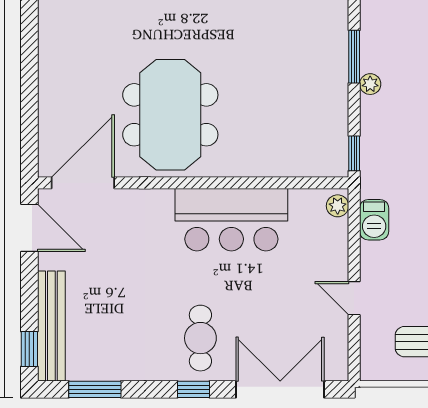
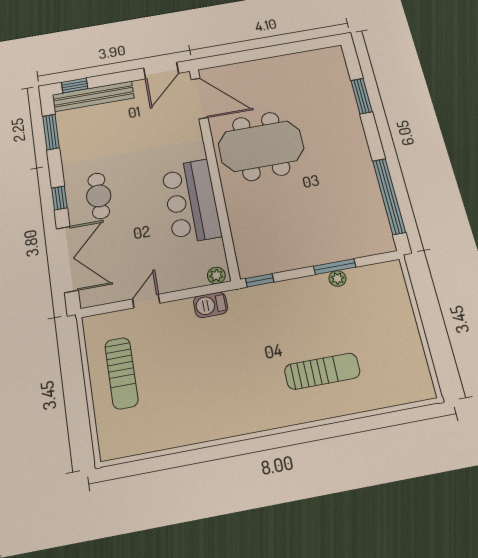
plant: (370, 84) -> (337, 278), moved
cafe table: (200, 338) -> (99, 196), turned 90

